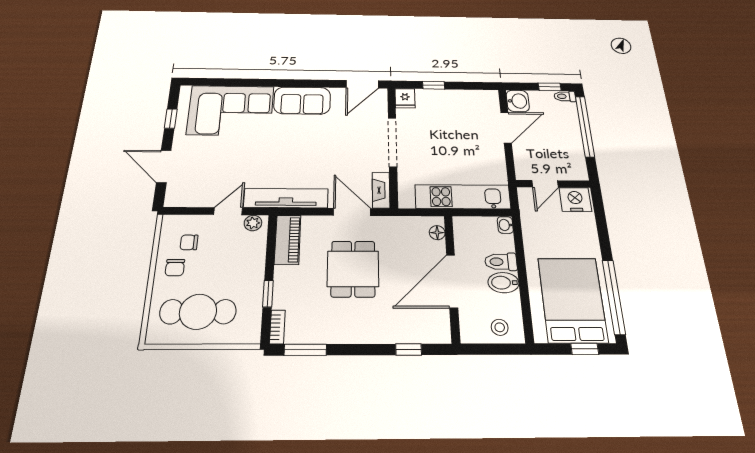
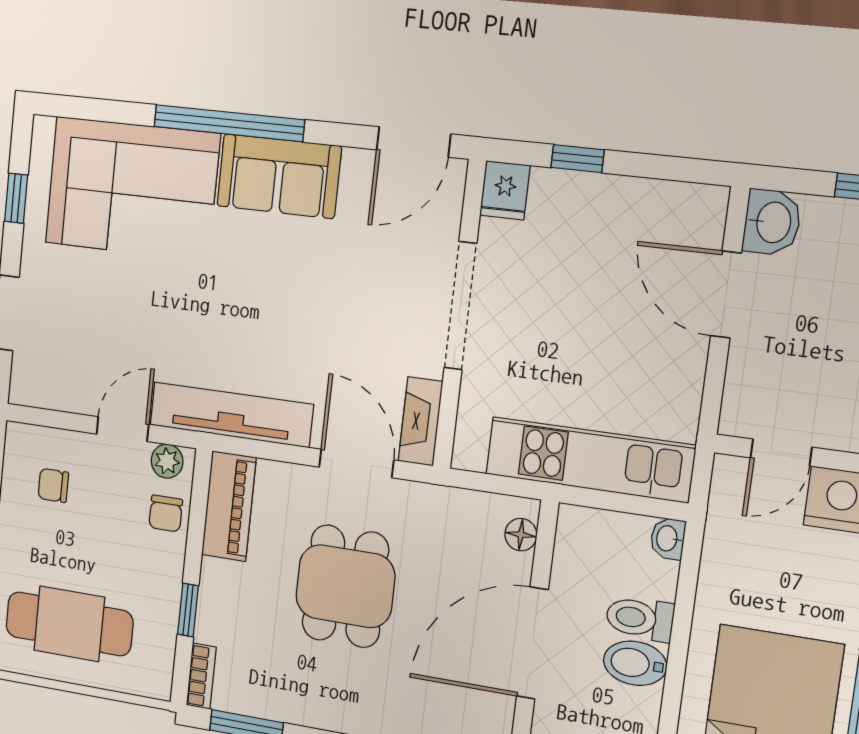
window: (277, 83) -> (229, 123), added
door: (506, 128) -> (726, 295), swing flipped
chair: (175, 268) -> (166, 514), moved

